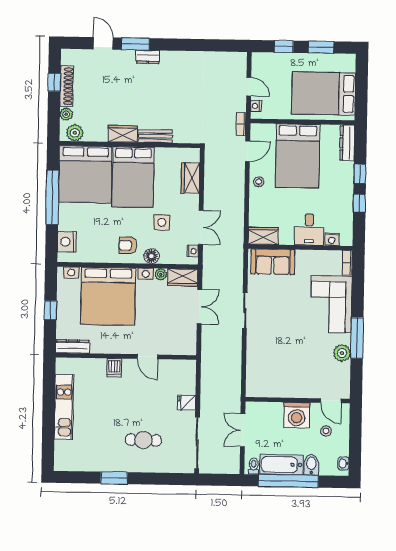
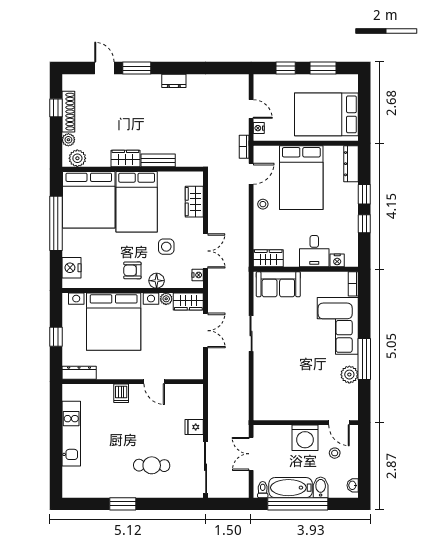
dresser: (148, 57) -> (174, 81), moved

